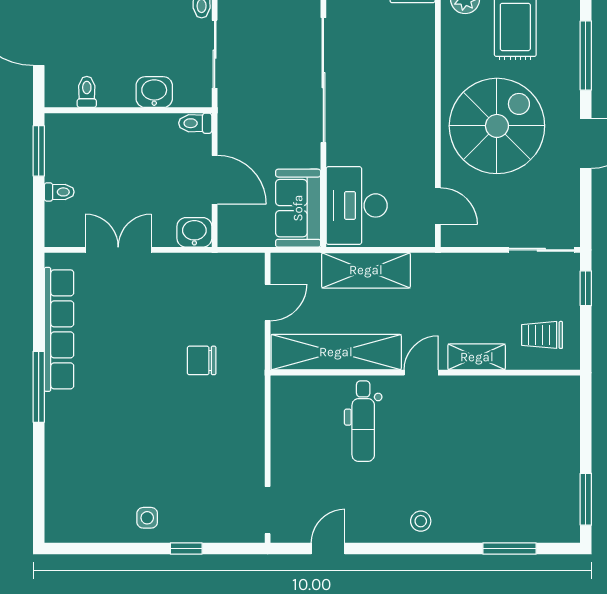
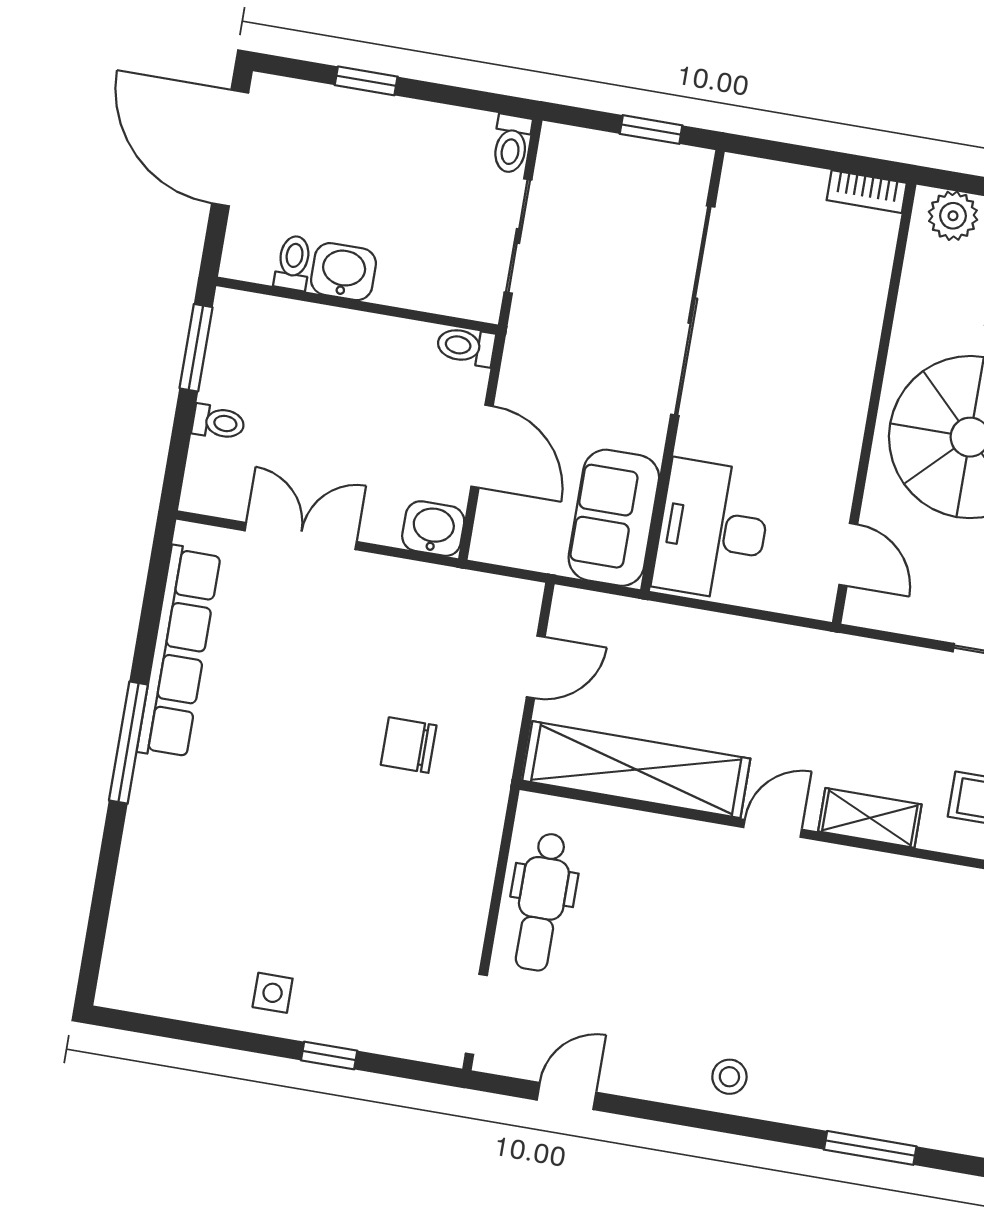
washbasin: (154, 92) -> (343, 272), moved
shelving: (366, 270) -> (710, 641), removed
dental chair: (363, 421) -> (542, 902), moved

